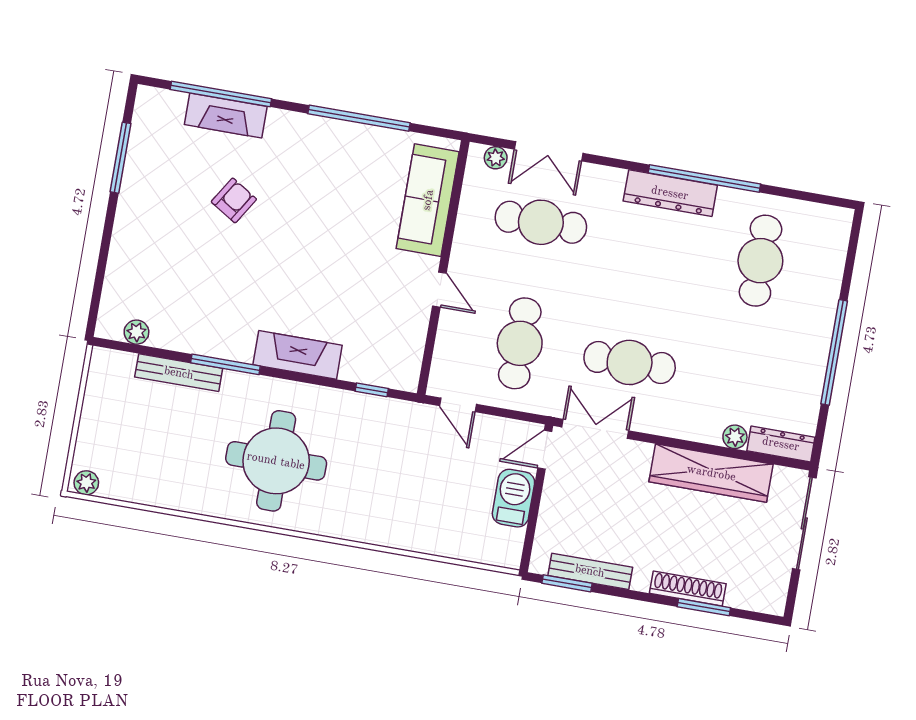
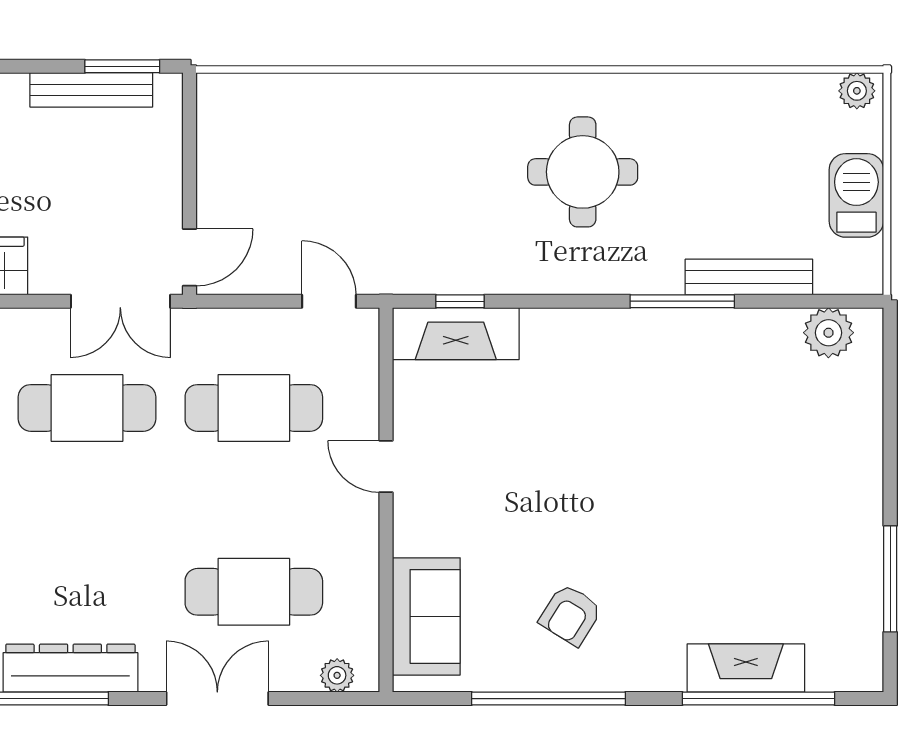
double door: (549, 151) -> (217, 699), moved
armchair: (234, 200) -> (571, 615), moved
sofa: (428, 200) -> (426, 616), width x0.73
plant: (136, 332) -> (828, 333), width x1.38, depth x1.38
cafe table: (520, 343) -> (254, 408), turned 90
fireplace: (298, 355) -> (456, 334), moved
round table: (276, 461) -> (583, 172), width x0.73, depth x0.73
barbecue: (513, 498) -> (856, 195), moved, turned 180

